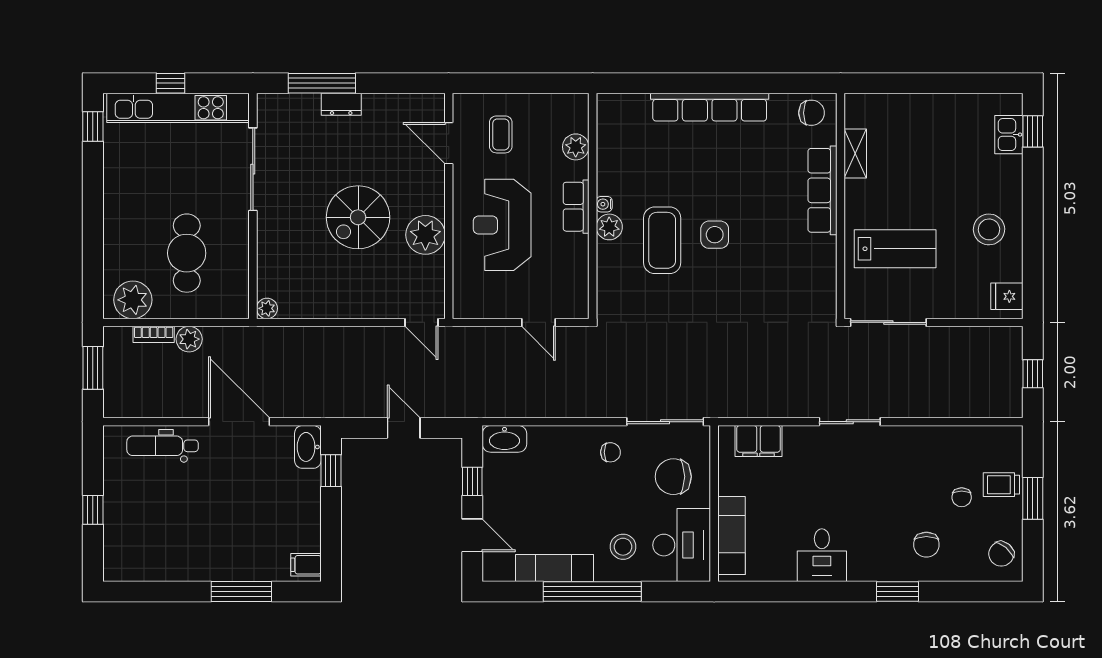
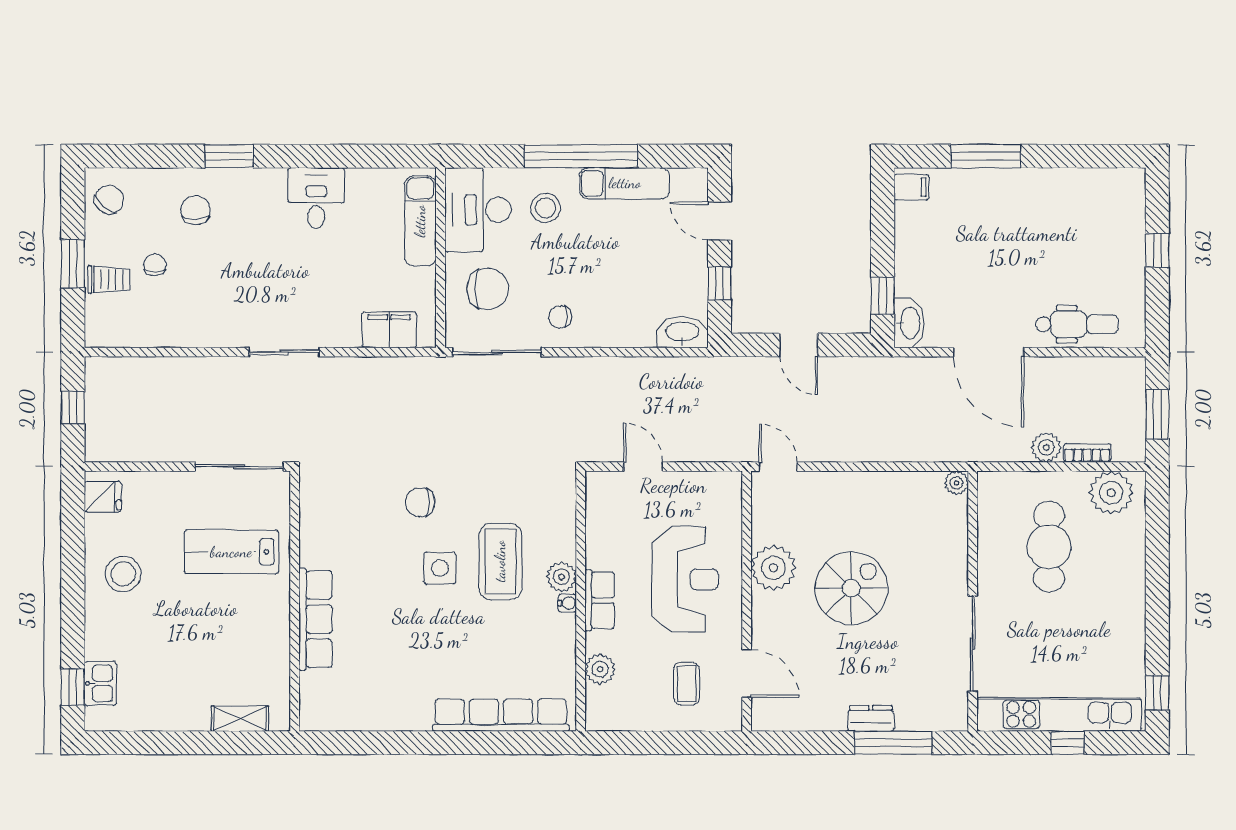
row of seats: (710, 107) -> (501, 715), moved
chair: (811, 113) -> (420, 502), moved
shelving: (855, 154) -> (240, 719), moved, turned 90

